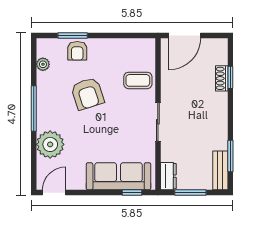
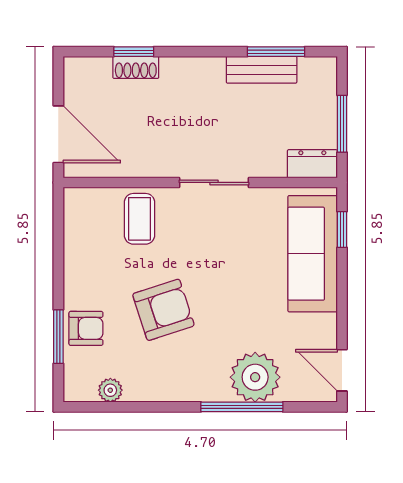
window: (34, 108) -> (242, 407), moved
bench: (220, 170) -> (262, 70), moved

